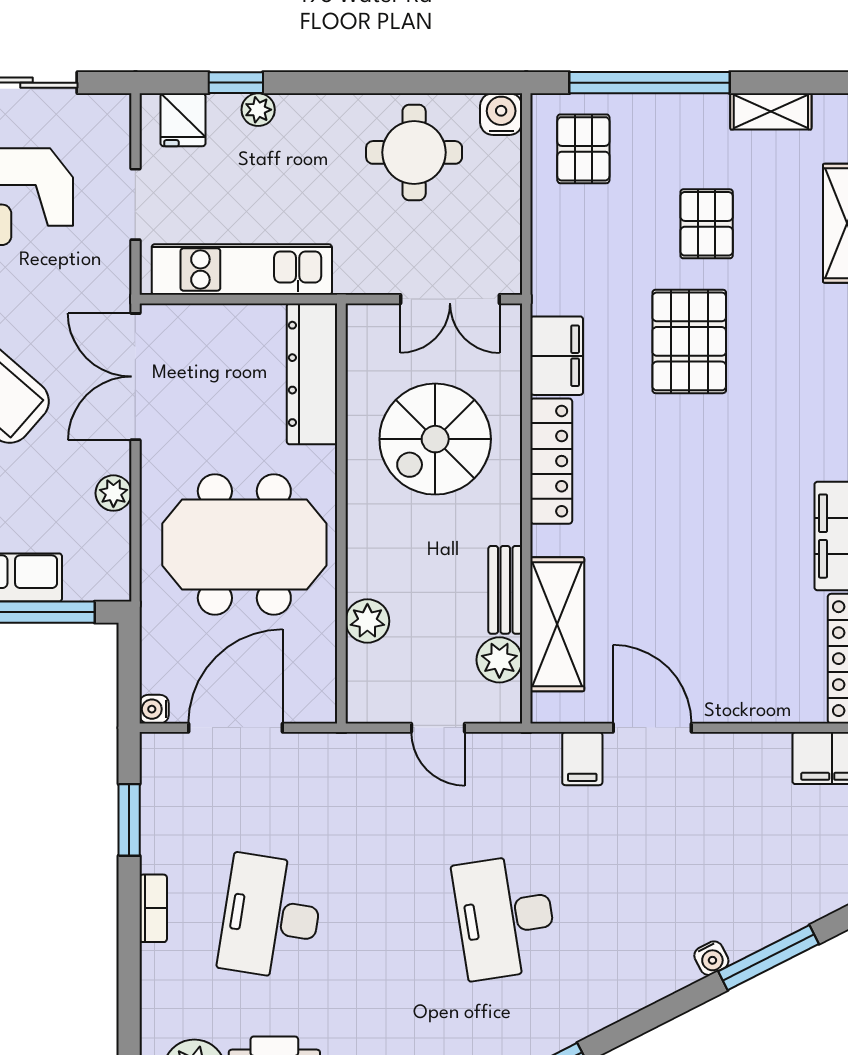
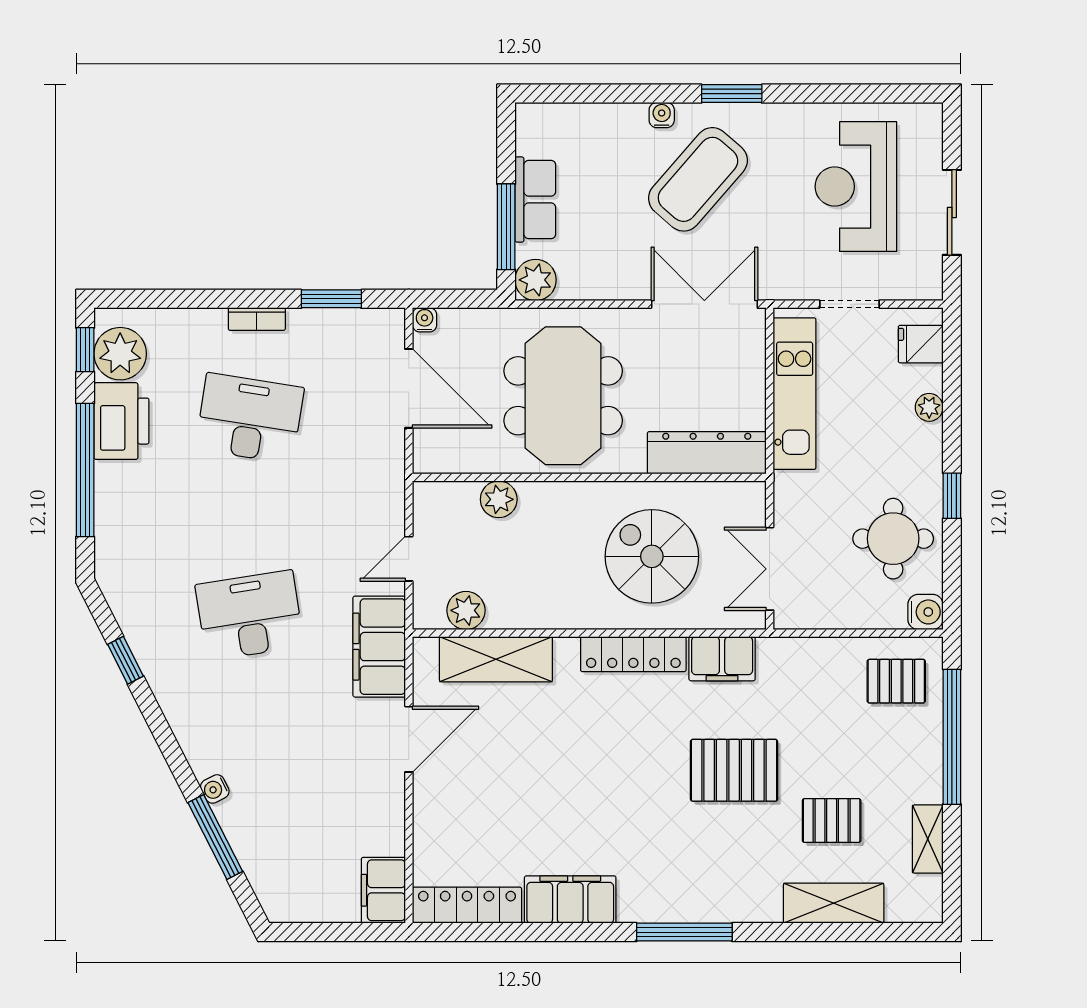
window: (236, 83) -> (952, 496), moved
pallet: (707, 224) -> (832, 821), moved
plant: (113, 493) -> (536, 280), moved, width x1.38, depth x1.38
bench: (505, 590) -> (525, 615), removed
filing cabinet: (582, 759) -> (379, 647), width x3.00, depth x1.17

